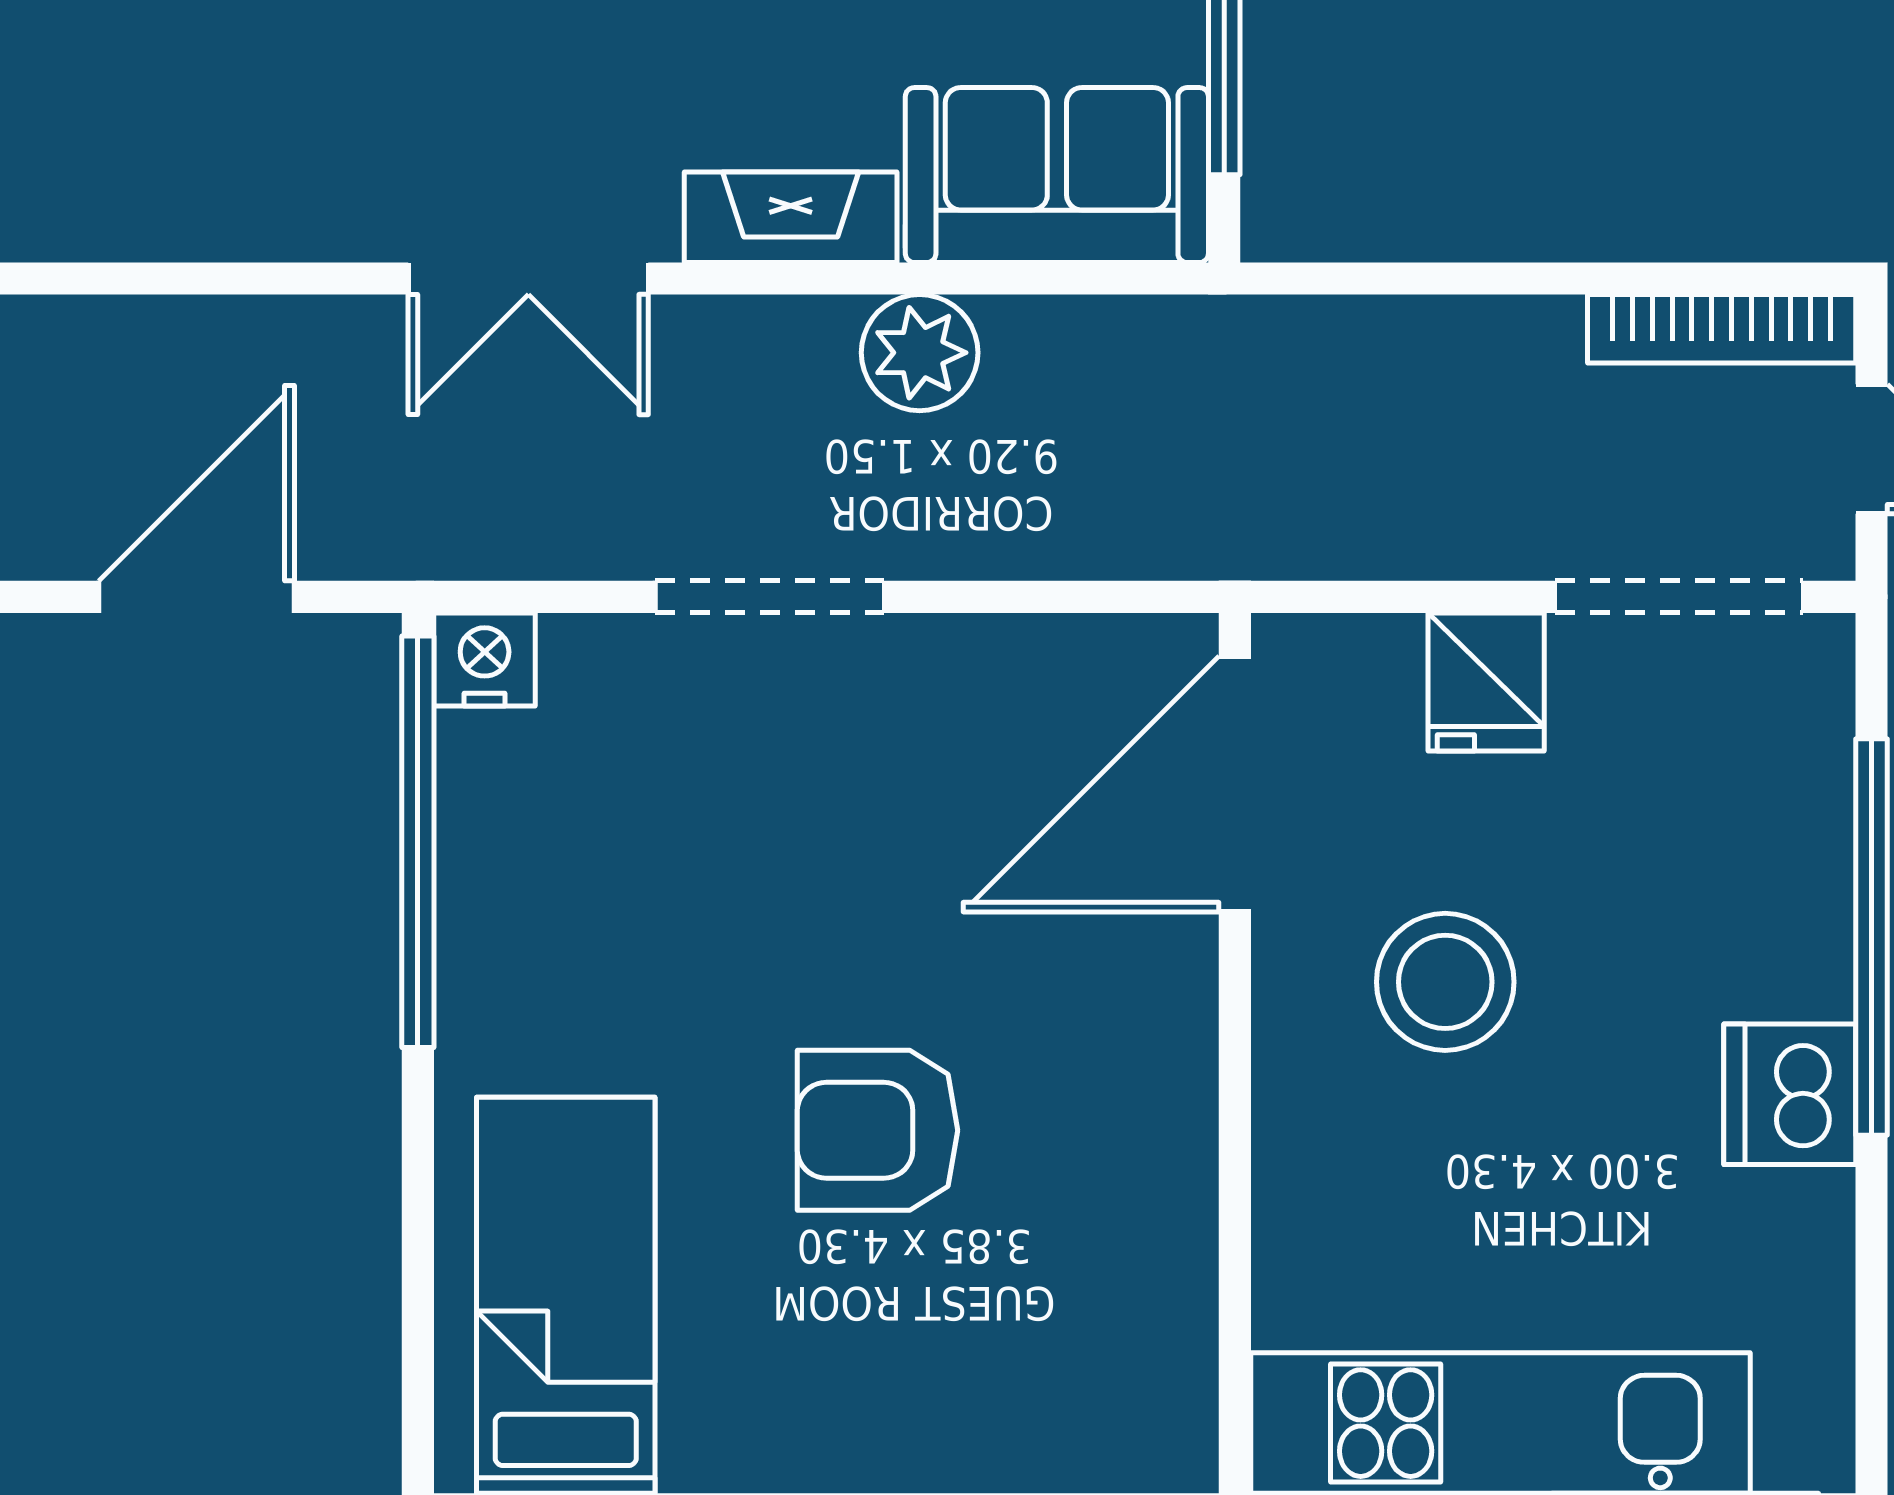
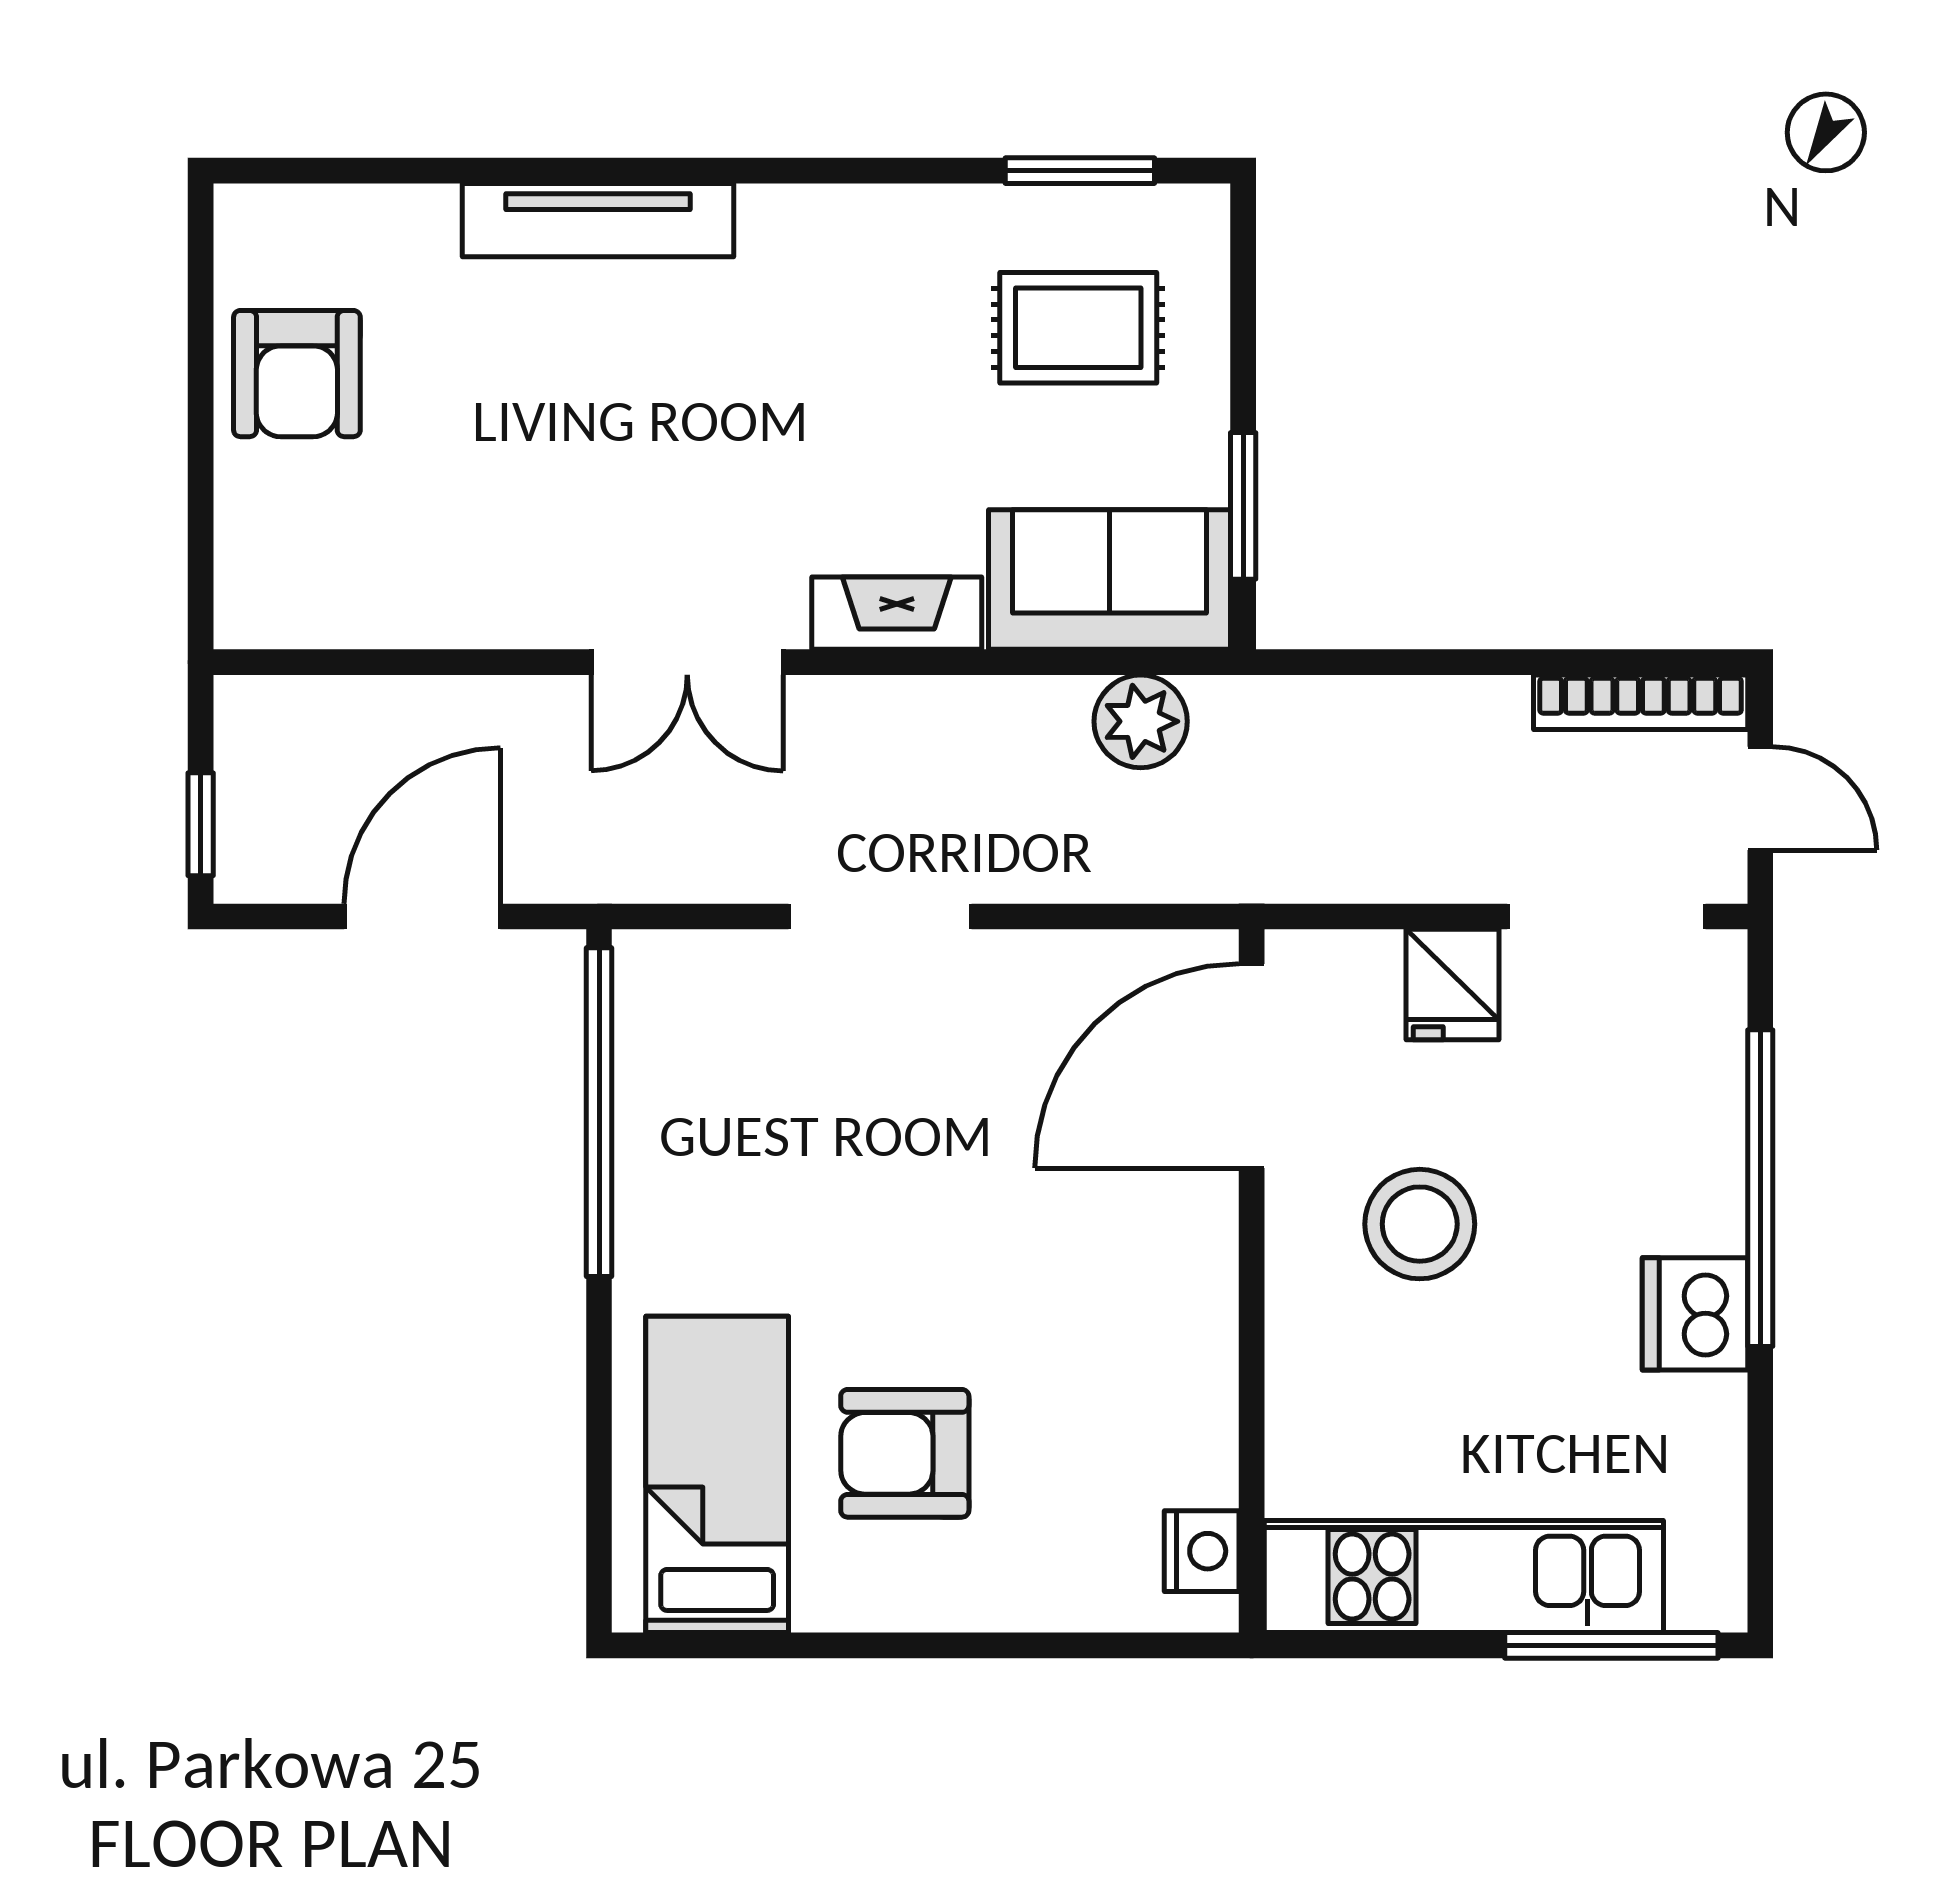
plant: (920, 353) -> (1141, 721), moved
nightstand: (485, 659) -> (1202, 1551), moved, turned 90
armchair: (877, 1130) -> (905, 1453), moved

